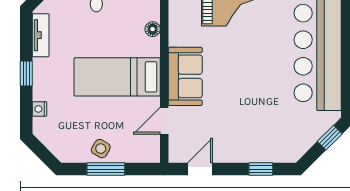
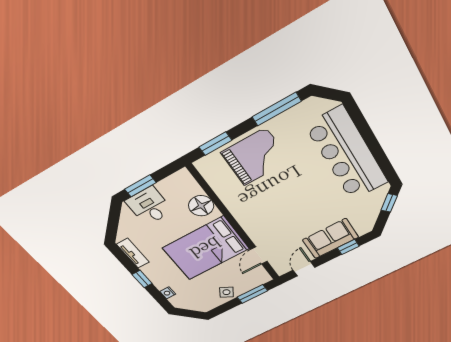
floor lamp: (153, 29) -> (201, 206), width x1.89, depth x1.89
sofa: (185, 76) -> (331, 239), moved, turned -90
bed: (117, 77) -> (206, 248), width x1.50
window: (106, 169) -> (252, 294), moved

